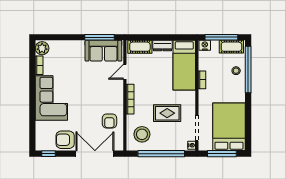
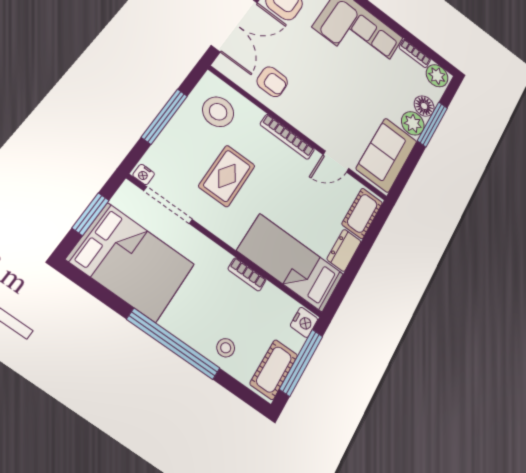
window: (99, 37) -> (432, 124), moved
floor lamp: (64, 46) -> (424, 106), added
plant: (78, 47) -> (413, 123), added
window: (248, 70) -> (173, 344), moved
door: (125, 72) -> (336, 161), swing flipped
armchair: (109, 121) -> (272, 82), turned 180
window: (161, 154) -> (165, 116), width x0.68
window: (222, 154) -> (91, 214), width x0.69

